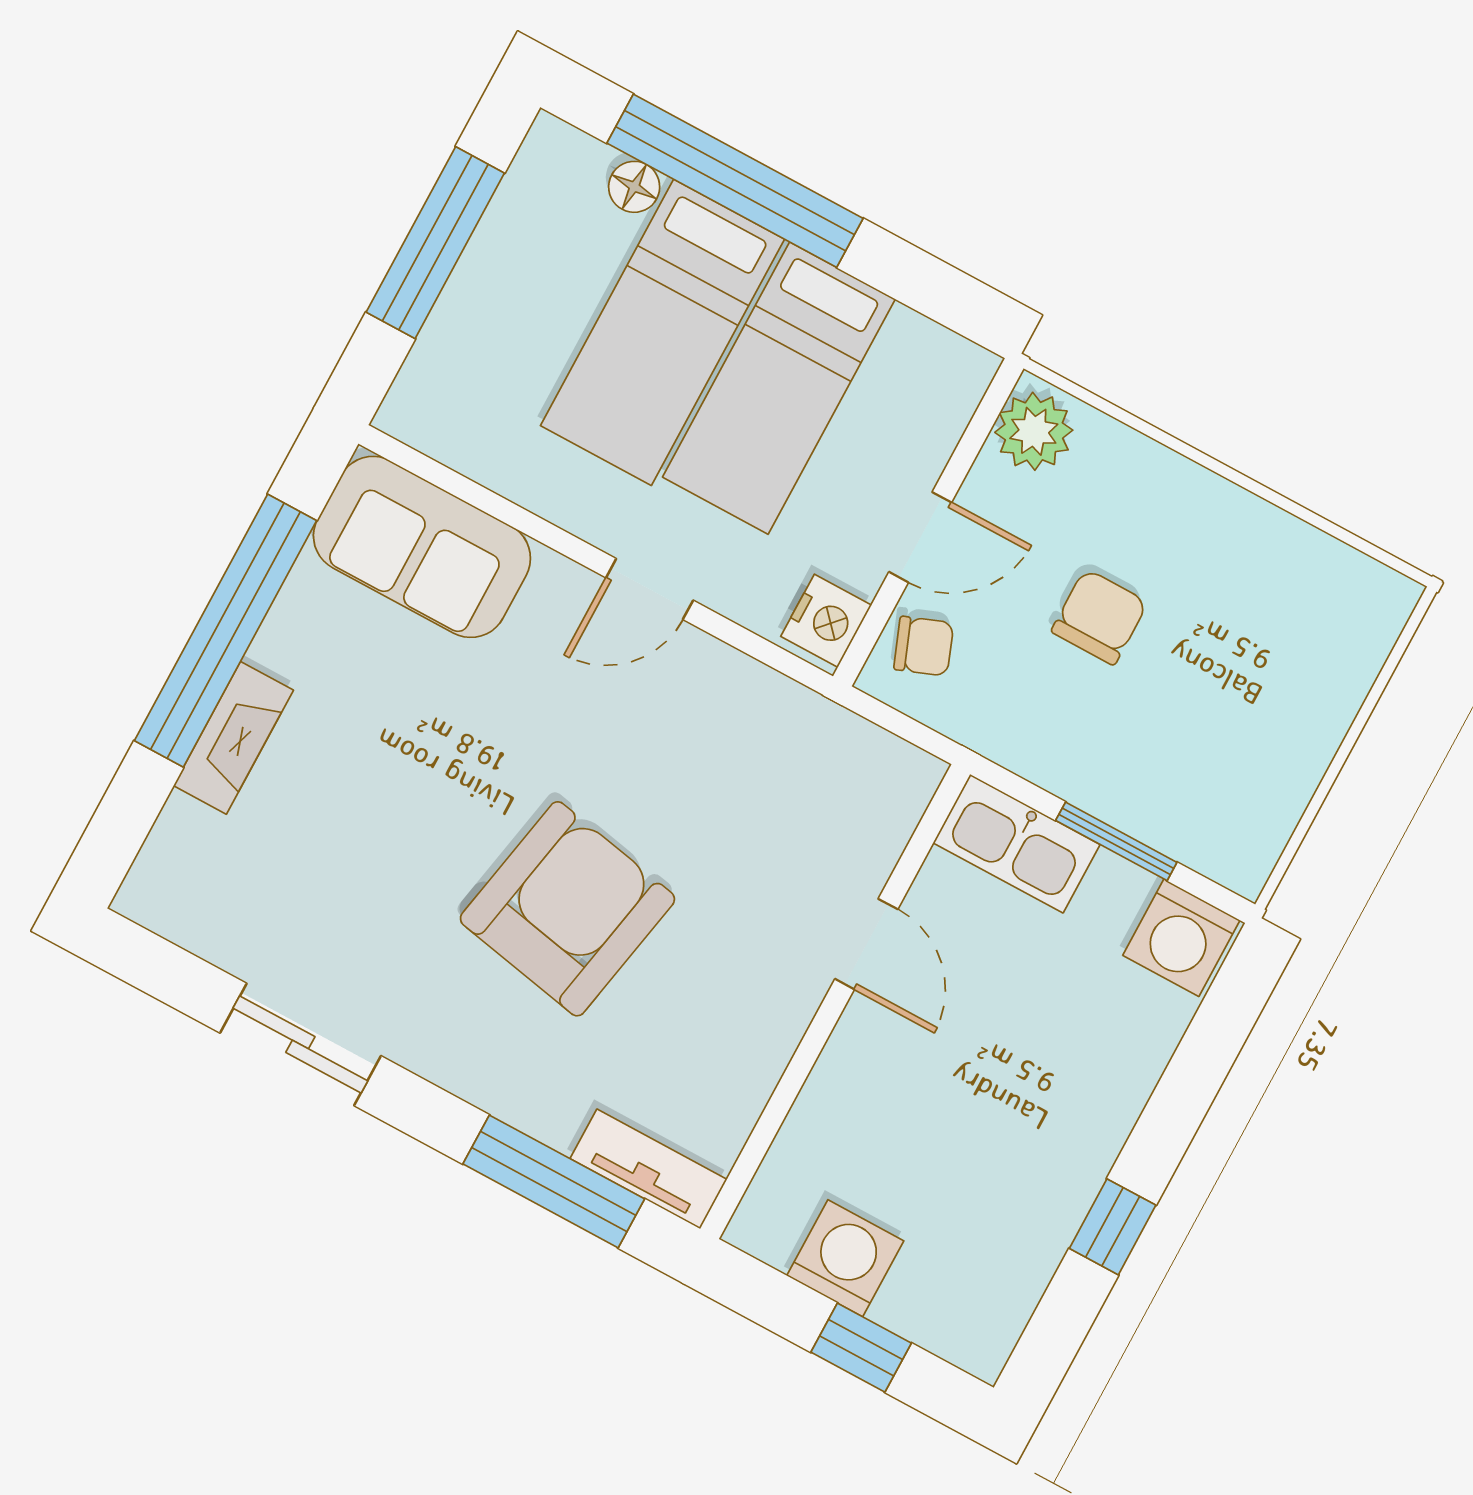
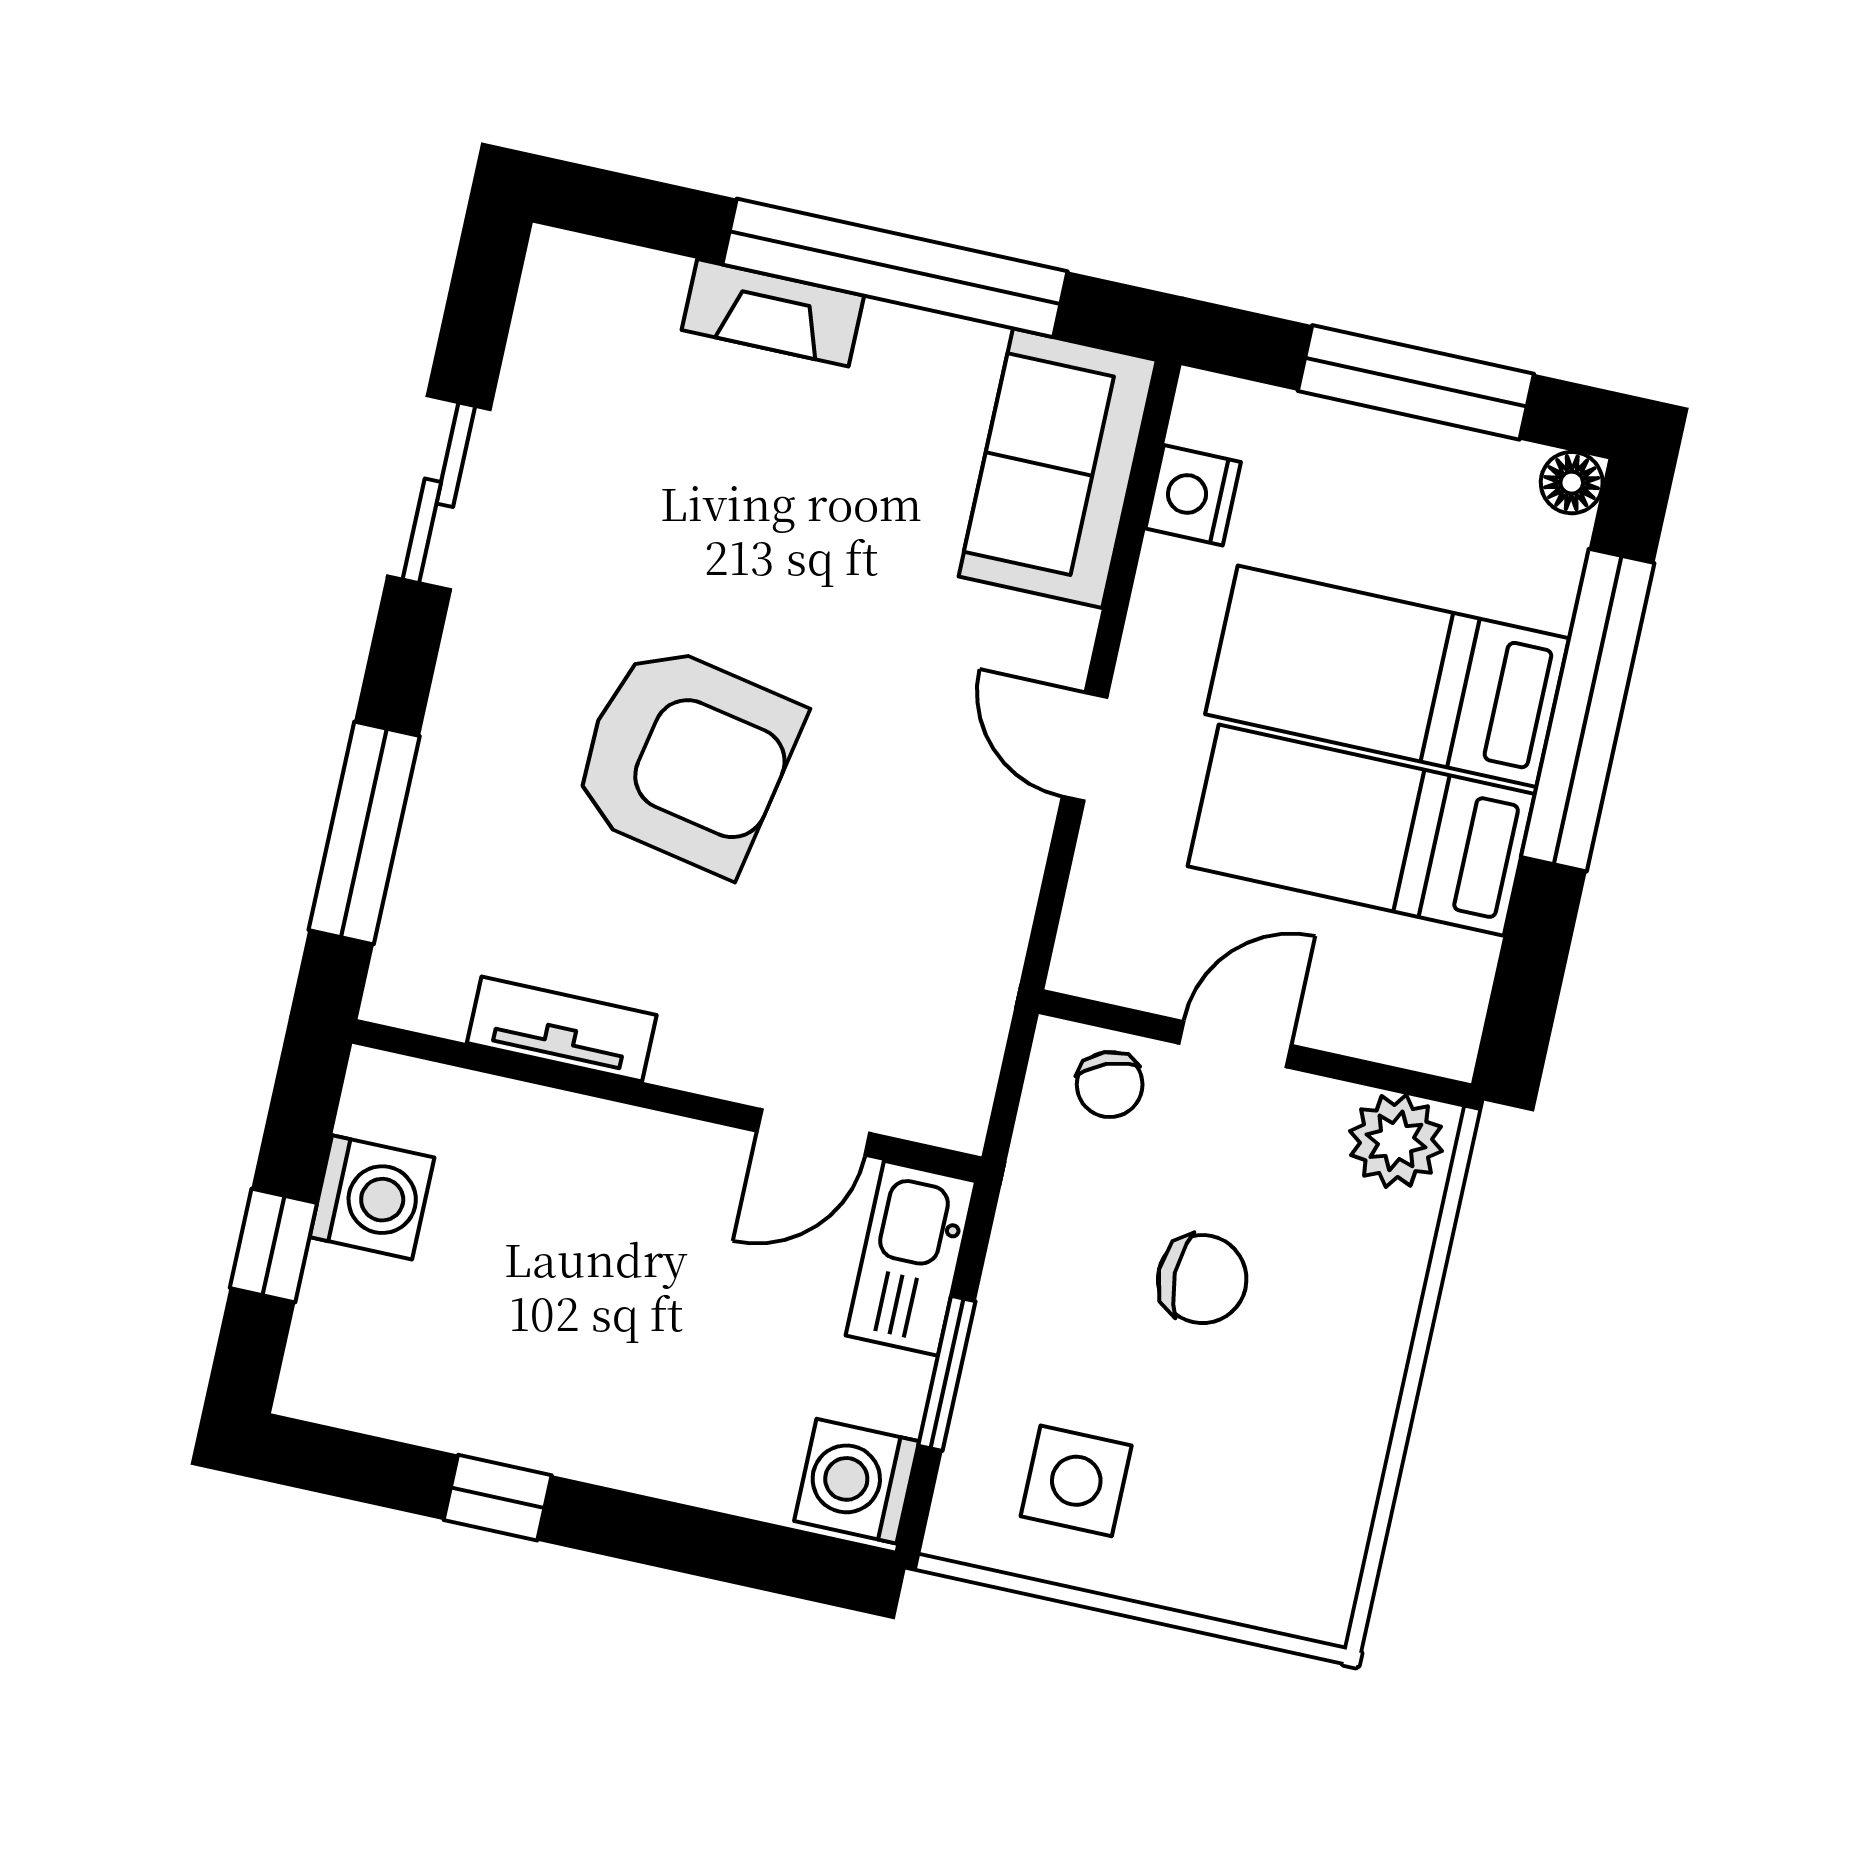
floor lamp: (634, 187) -> (1572, 483), moved
door: (920, 537) -> (1235, 1044), swing flipped
nightstand: (826, 621) -> (1193, 495), moved, turned 90
side table: (1231, 763) -> (1076, 1481), added
door: (866, 944) -> (813, 1132), moved
tv unit: (649, 1169) -> (562, 1029), moved, turned -90

